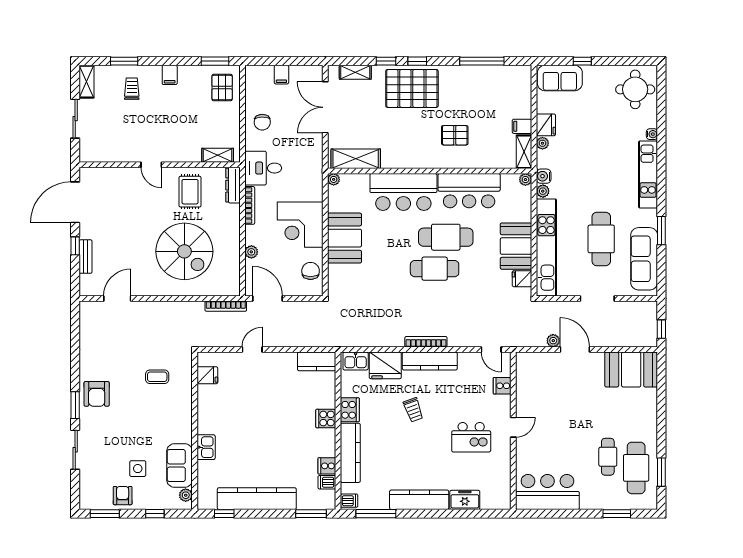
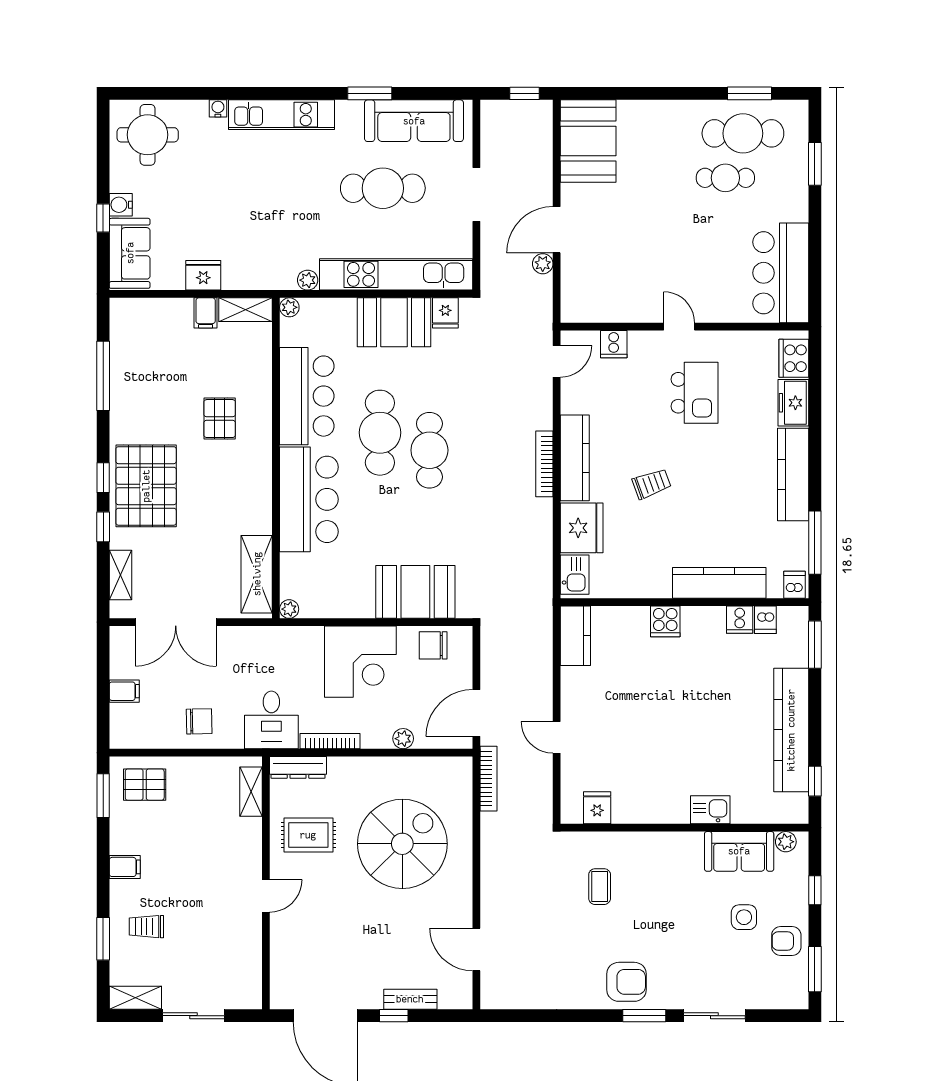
plant: (542, 143) -> (232, 281), removed
water cooler: (544, 176) -> (121, 205), moved, turned 90
booth: (345, 238) -> (415, 592), moved
cooker: (350, 410) -> (794, 358), moved, turned -90

